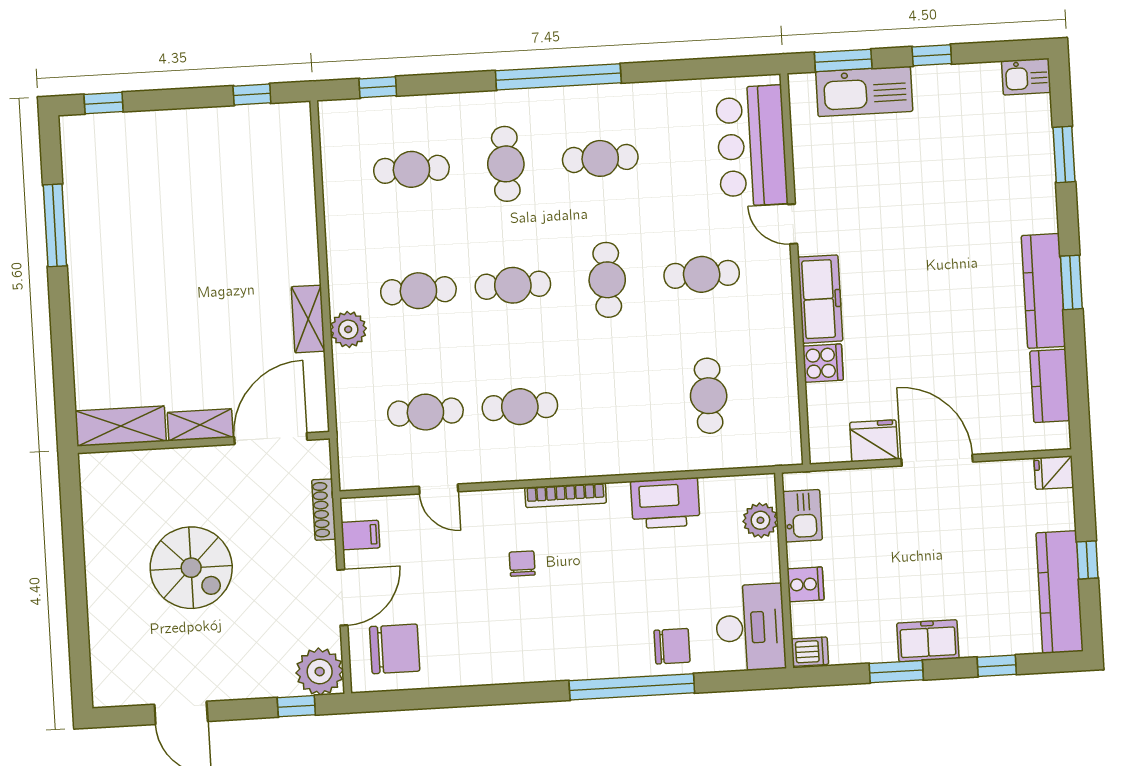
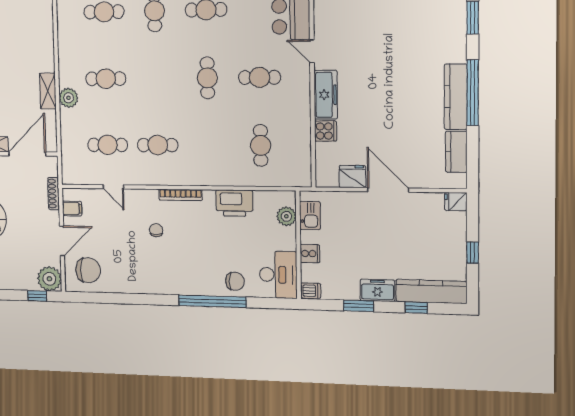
window: (1071, 282) -> (473, 93), width x2.11
cafe table: (513, 285) -> (156, 78), removed
kitchen counter: (1060, 592) -> (431, 292), moved, turned 90

